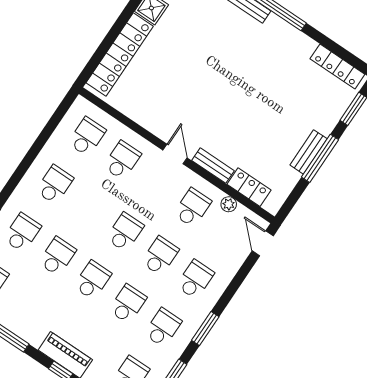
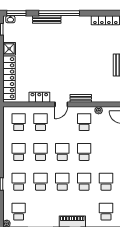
door: (175, 154) -> (61, 104), swing flipped
locker: (249, 187) -> (39, 97), moved
school desk: (195, 279) -> (40, 152), moved

